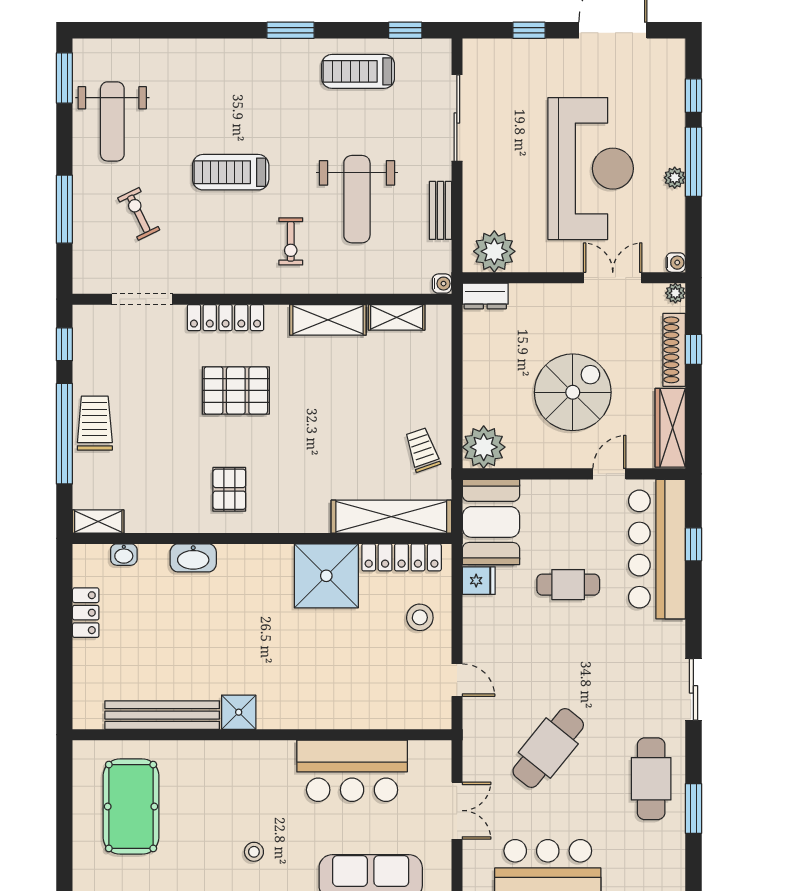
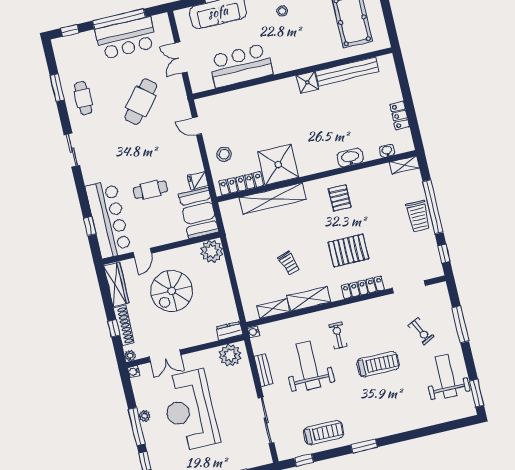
trolley: (422, 450) -> (289, 263), moved
shelving: (391, 517) -> (273, 199), moved
cafe table: (651, 779) -> (83, 98), width x0.73, depth x0.74

